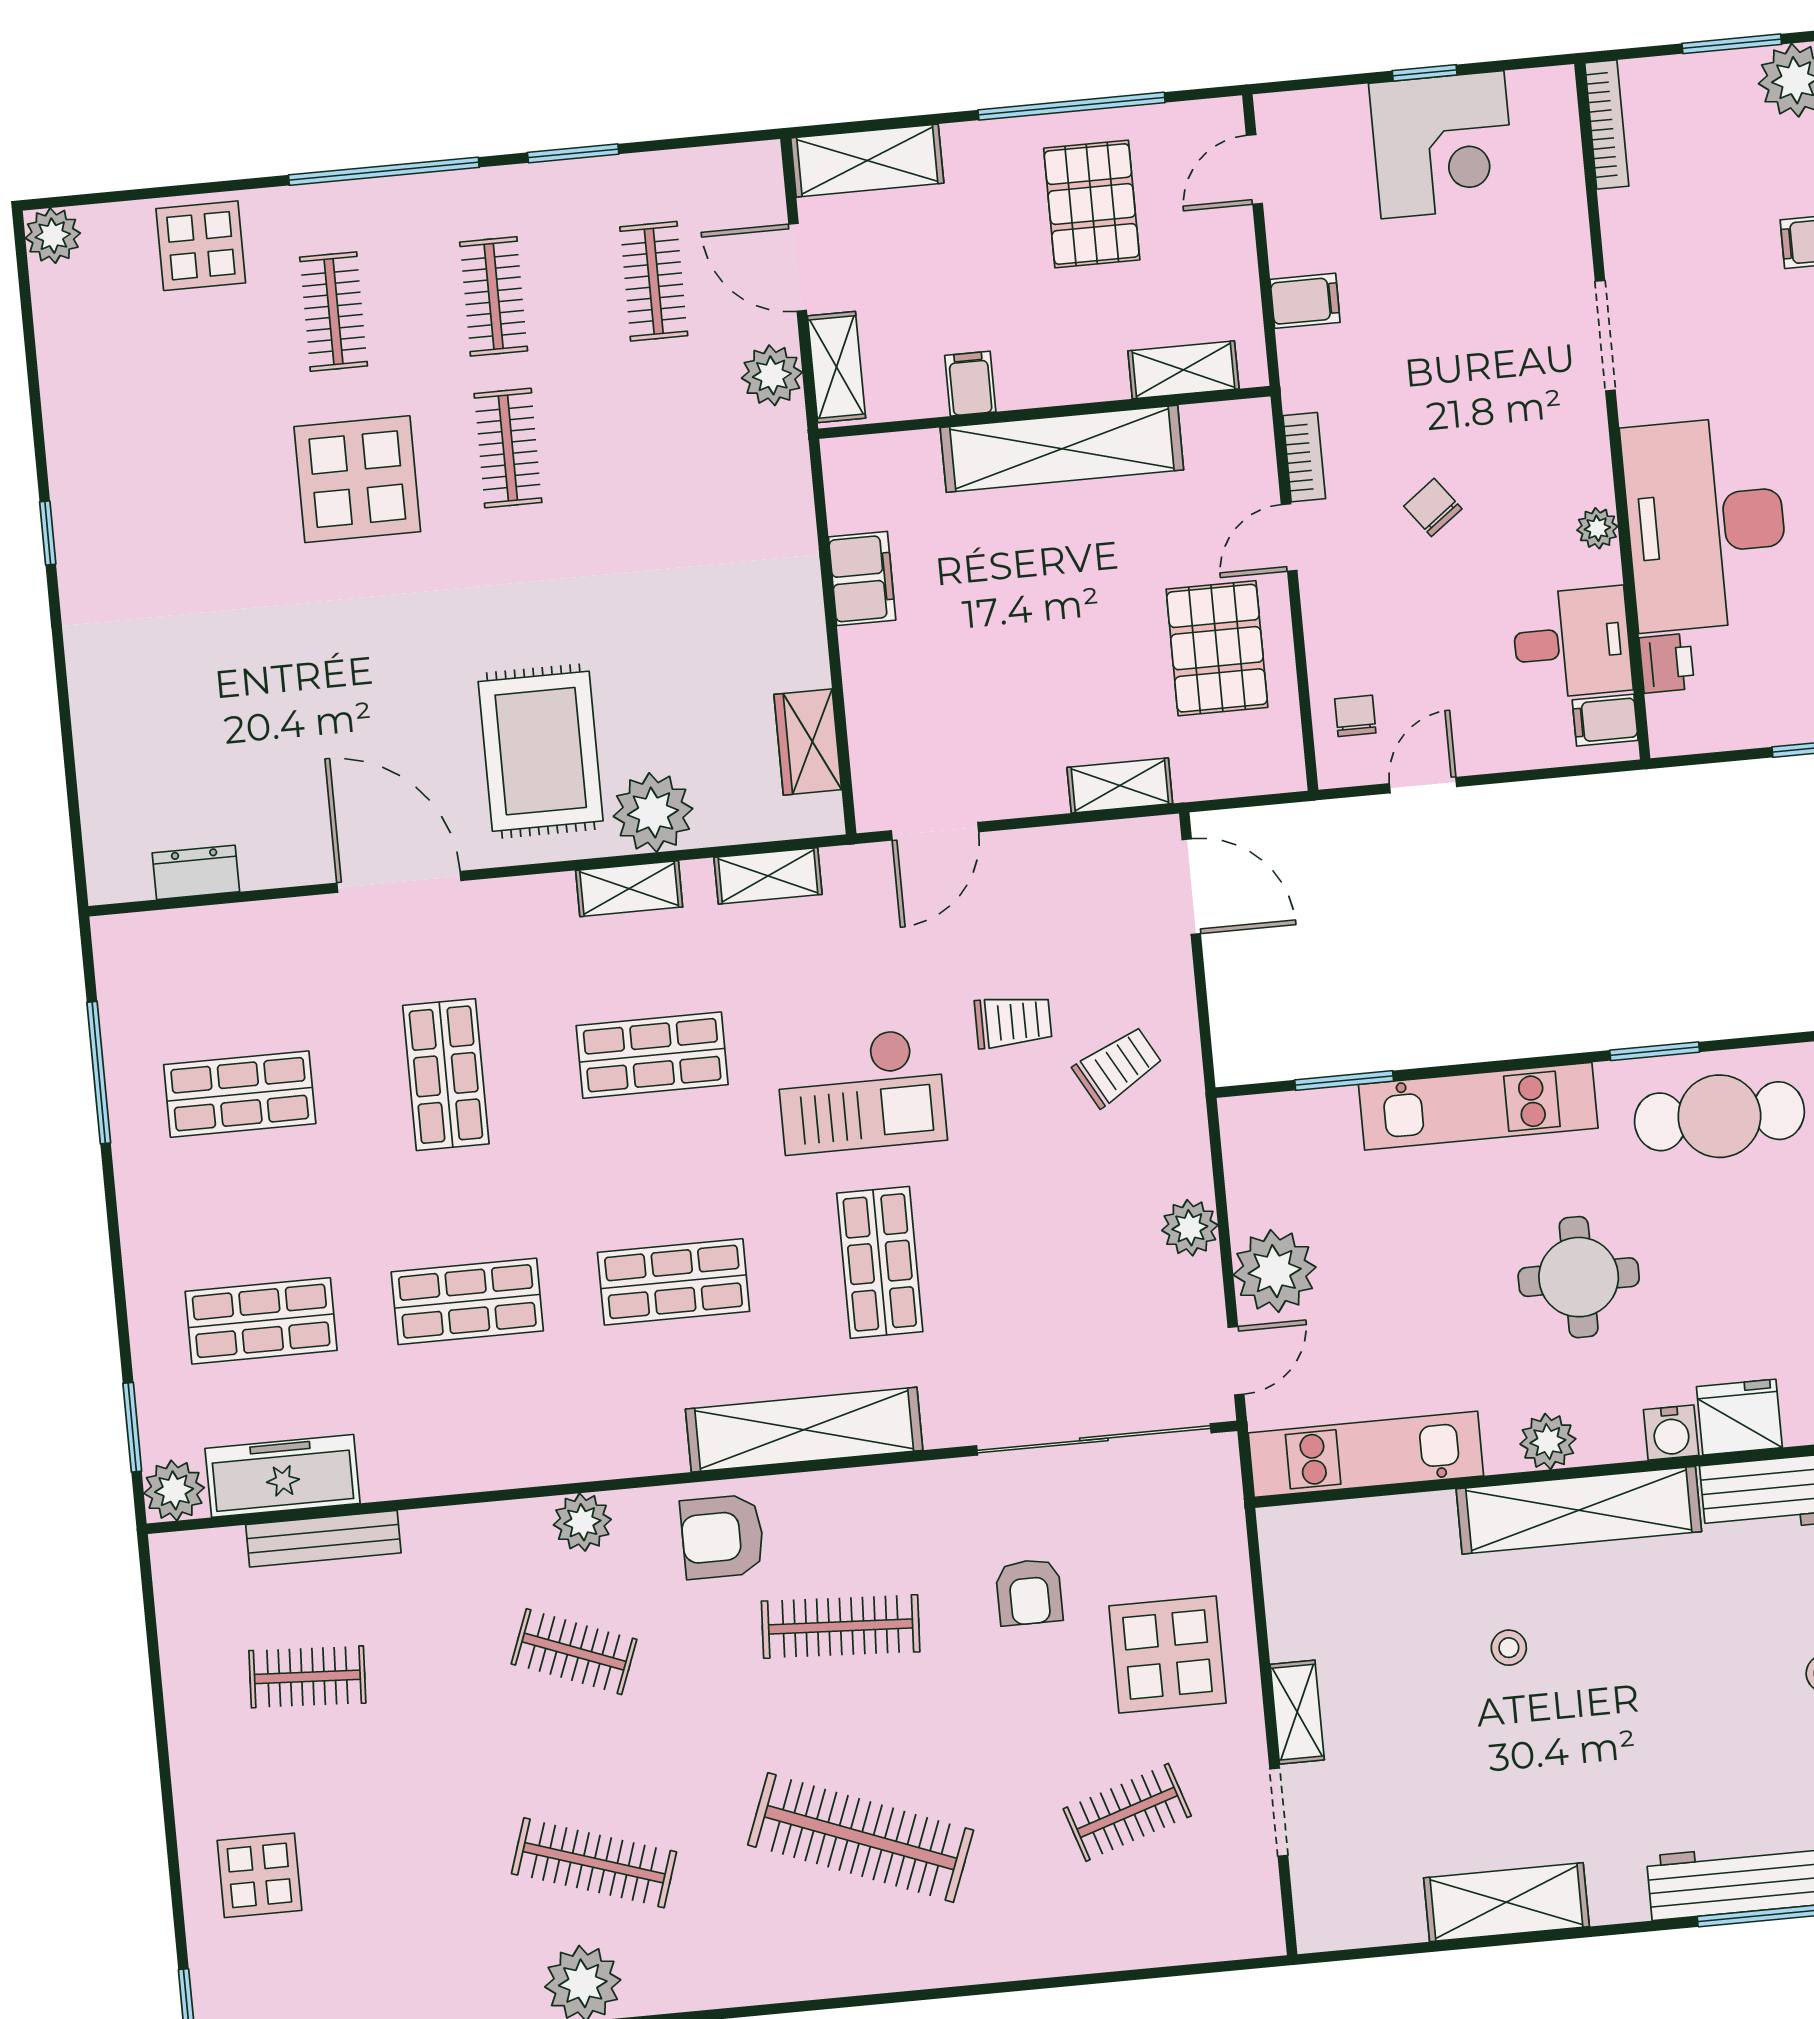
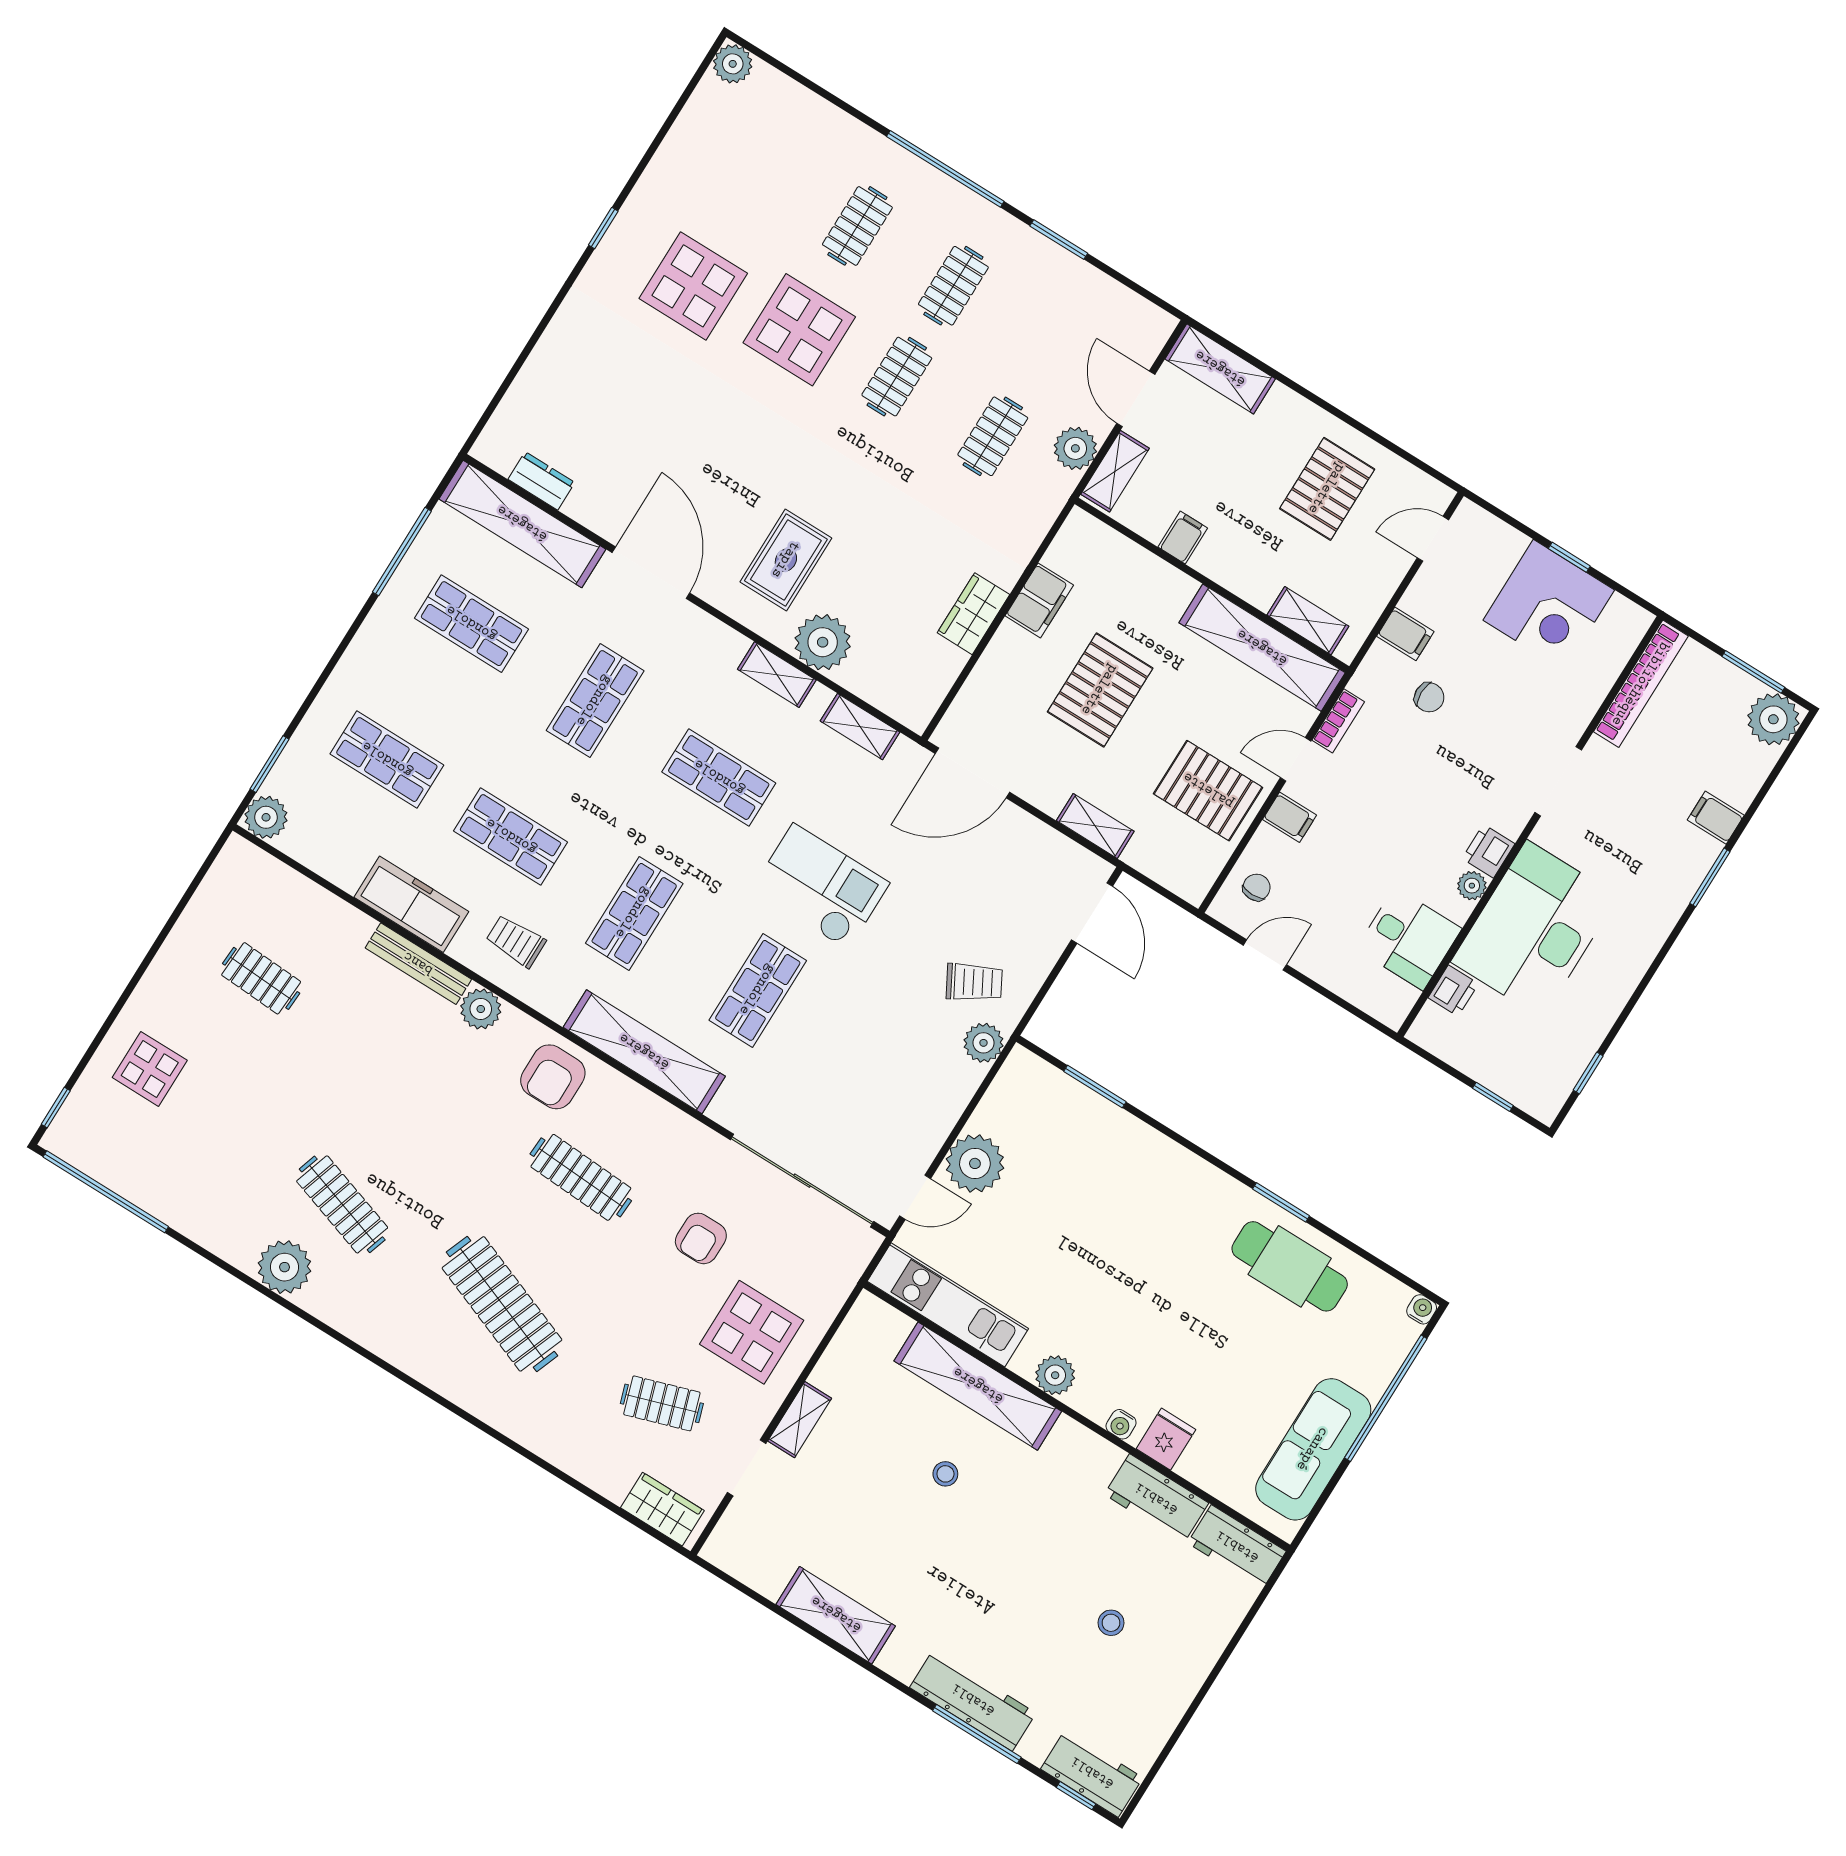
window: (1072, 106) -> (1358, 426), removed
bookcase: (1607, 124) -> (1641, 684), width x1.48, depth x1.31
display table: (201, 246) -> (693, 286), moved, width x1.36, depth x1.36
clothes rail: (654, 281) -> (993, 436), moved
shelving: (1062, 449) -> (1262, 648), moved
printer: (1586, 475) -> (1488, 851), added
chair: (1433, 507) -> (1429, 697), moved, turned 127
pallet: (1008, 627) -> (1100, 690), added
pallet: (1217, 648) -> (1208, 791), turned 90
filing cabinet: (1605, 720) -> (1289, 817), moved, turned 180
wardrobe: (808, 742) -> (973, 614), moved
rug: (541, 751) -> (786, 560), width x0.73, depth x0.70
door: (935, 831) -> (972, 773), width x1.36
shelving: (211, 938) -> (522, 524), added
trolley: (1013, 1021) -> (516, 941), moved, turned 180
checkout: (861, 1091) -> (820, 887), turned 180
kitchen unit: (1478, 1106) -> (1159, 1158), removed
plant: (1190, 1228) -> (984, 1043), moved
round table: (1579, 1277) -> (1142, 1296), removed
shop shelf: (674, 1282) -> (634, 913), turned 90
fridge: (1739, 1417) -> (1166, 1439), width x0.72
water cooler: (1671, 1433) -> (1121, 1424), width x0.72, depth x0.72
freezer: (283, 1476) -> (411, 904), moved
shelving: (1579, 1510) -> (978, 1386), moved
armchair: (722, 1537) -> (553, 1077), turned -90
bench: (323, 1539) -> (418, 964), moved
clothes rail: (574, 1652) -> (421, 1078), removed
wardrobe: (1219, 1932) -> (662, 1509), added

